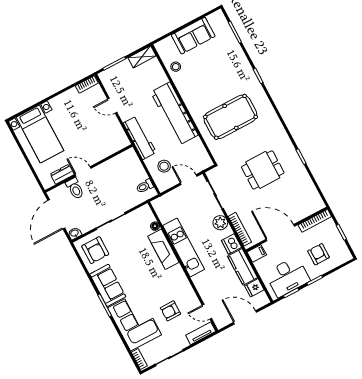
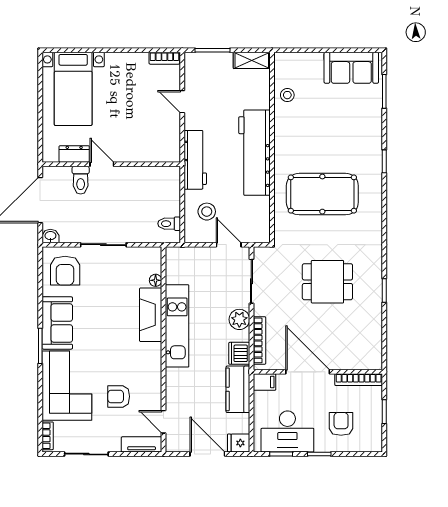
sofa: (193, 36) -> (351, 68), moved
fridge: (254, 288) -> (239, 443), moved

